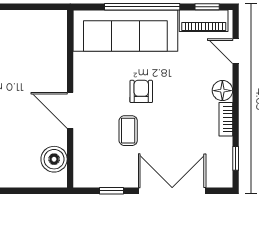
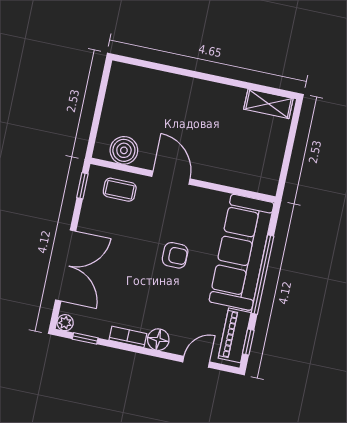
door: (70, 110) -> (171, 178), hinge flipped
coffee table: (128, 131) -> (120, 190), moved
plant: (225, 180) -> (65, 323), added
window: (111, 191) -> (82, 186), moved

